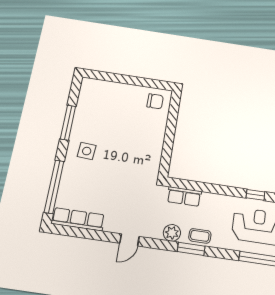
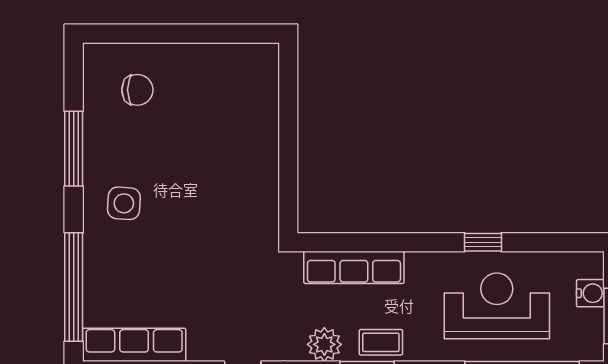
chair: (155, 101) -> (137, 90), moved
row of seats: (184, 196) -> (354, 267), width x1.48

